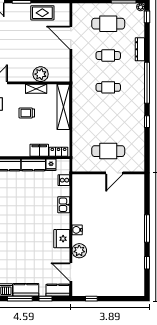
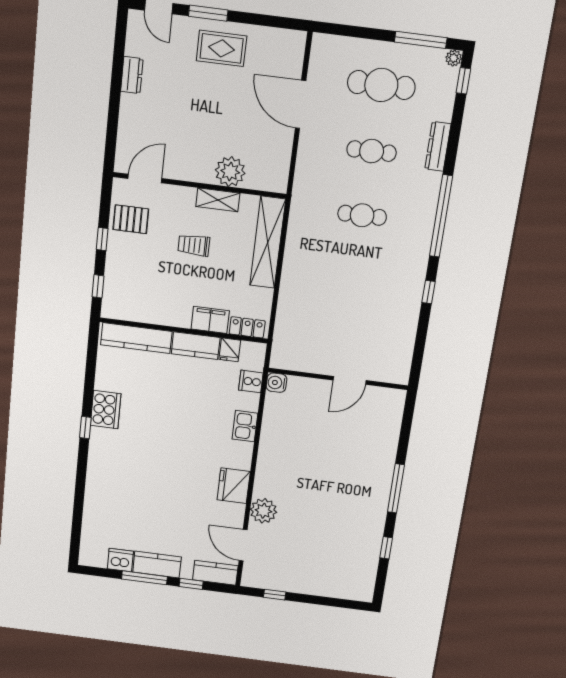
rug: (42, 13) -> (222, 48), moved
cafe table: (108, 151) -> (344, 338), removed
water cooler: (77, 230) -> (276, 383), moved

